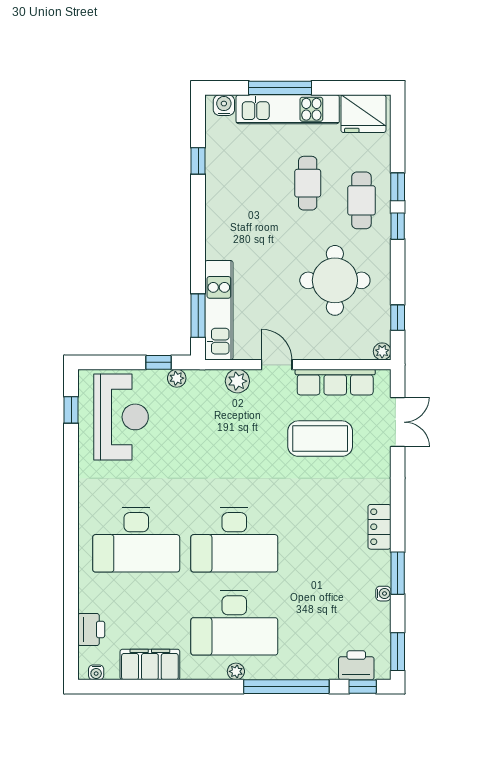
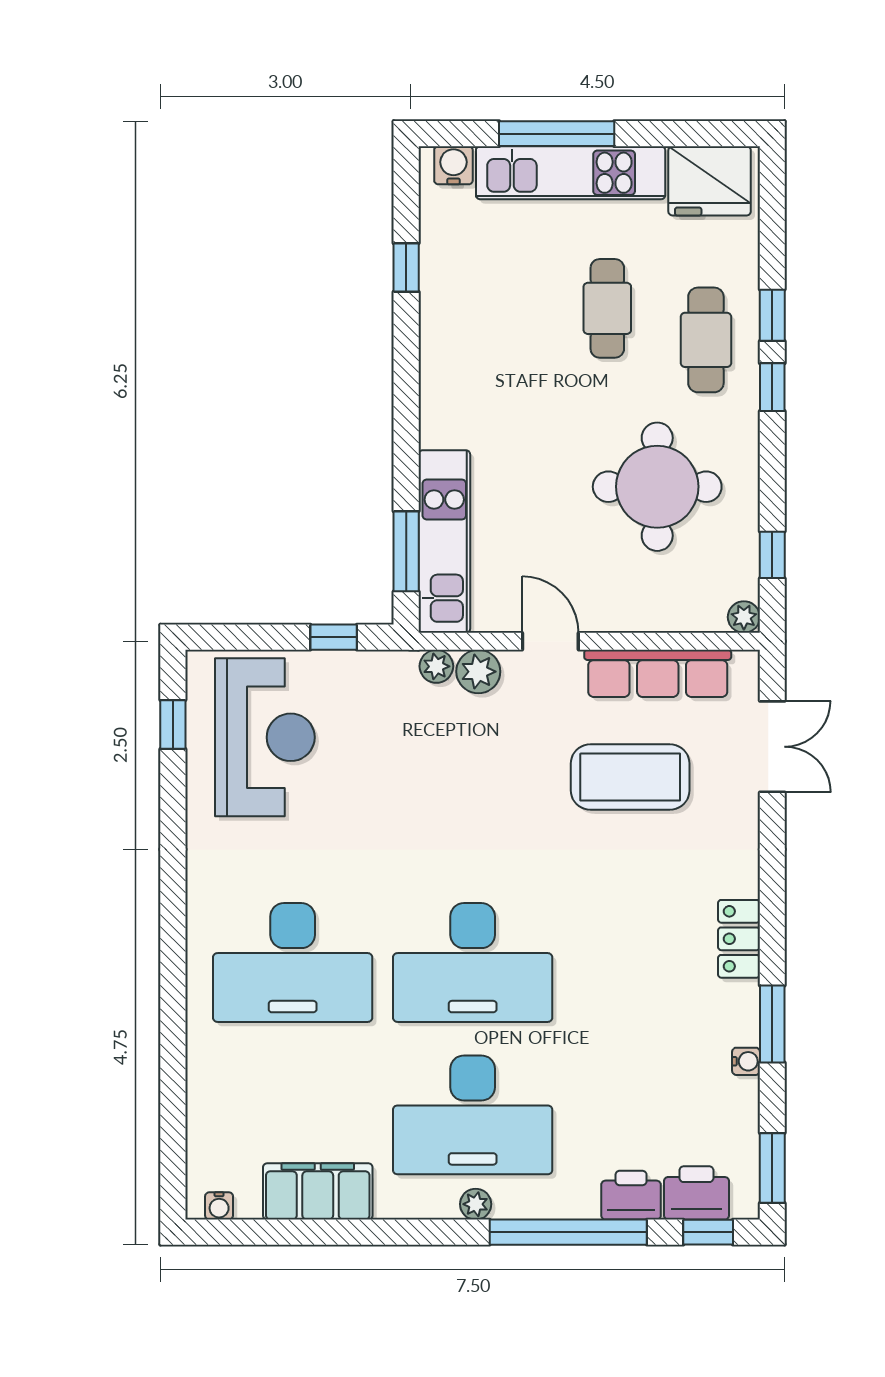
plant: (177, 378) -> (436, 666), moved
printer: (91, 629) -> (631, 1195), moved, turned -90

